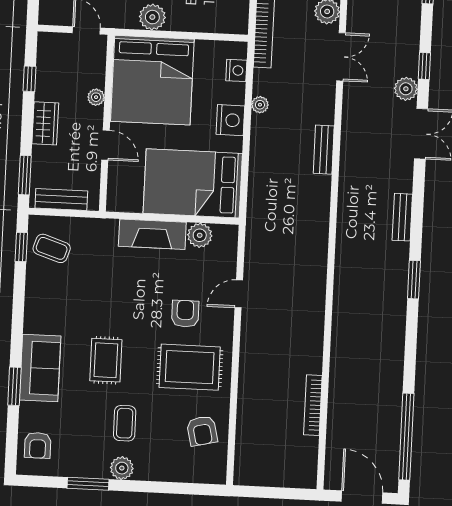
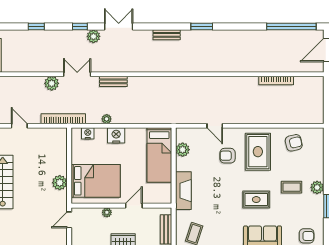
bed: (152, 80) -> (96, 181), width x0.73
bench: (324, 150) -> (113, 81), moved
bed: (193, 183) -> (159, 155), width x0.67
fireplace: (152, 234) -> (183, 191), moved

